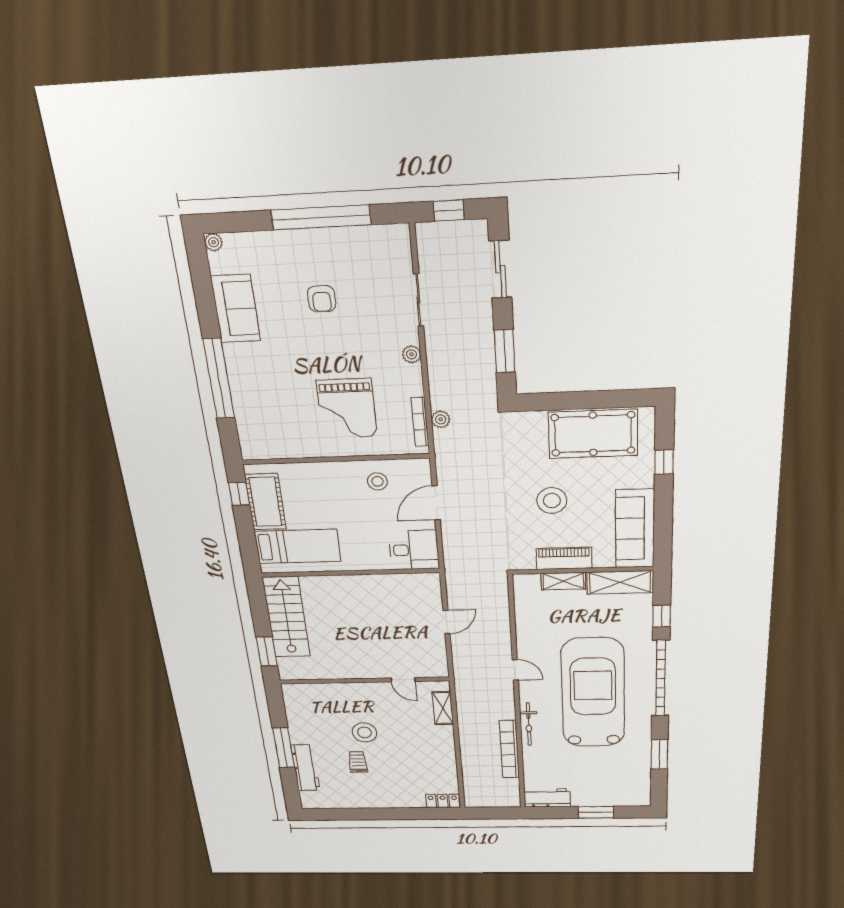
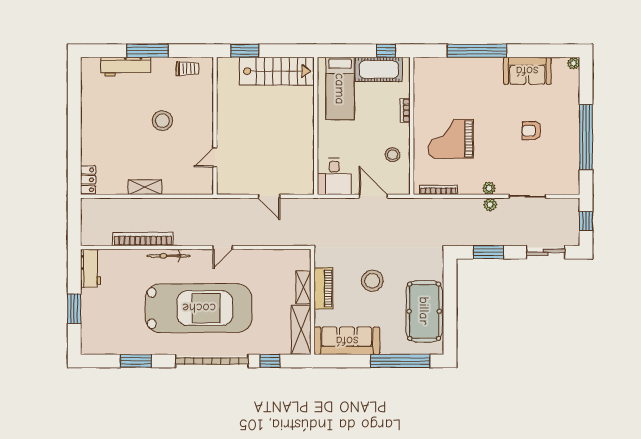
plant: (441, 419) -> (490, 205), moved
window: (664, 462) -> (400, 361), width x3.17
bookcase: (315, 468) -> (405, 110), added
shelving: (443, 708) -> (145, 187), moved
trolley: (358, 762) -> (187, 69), moved

